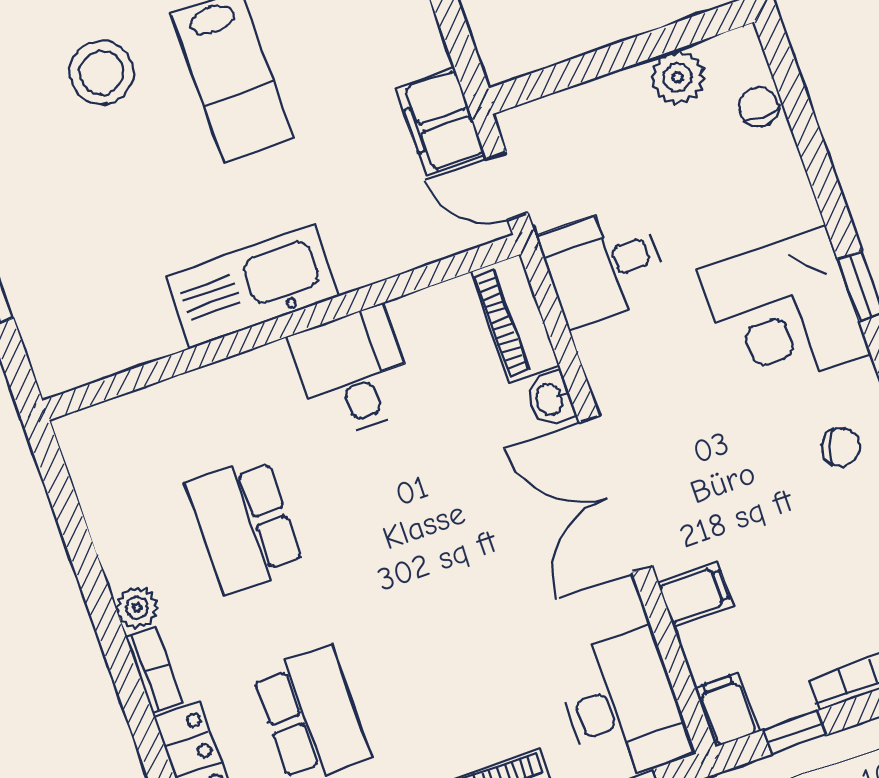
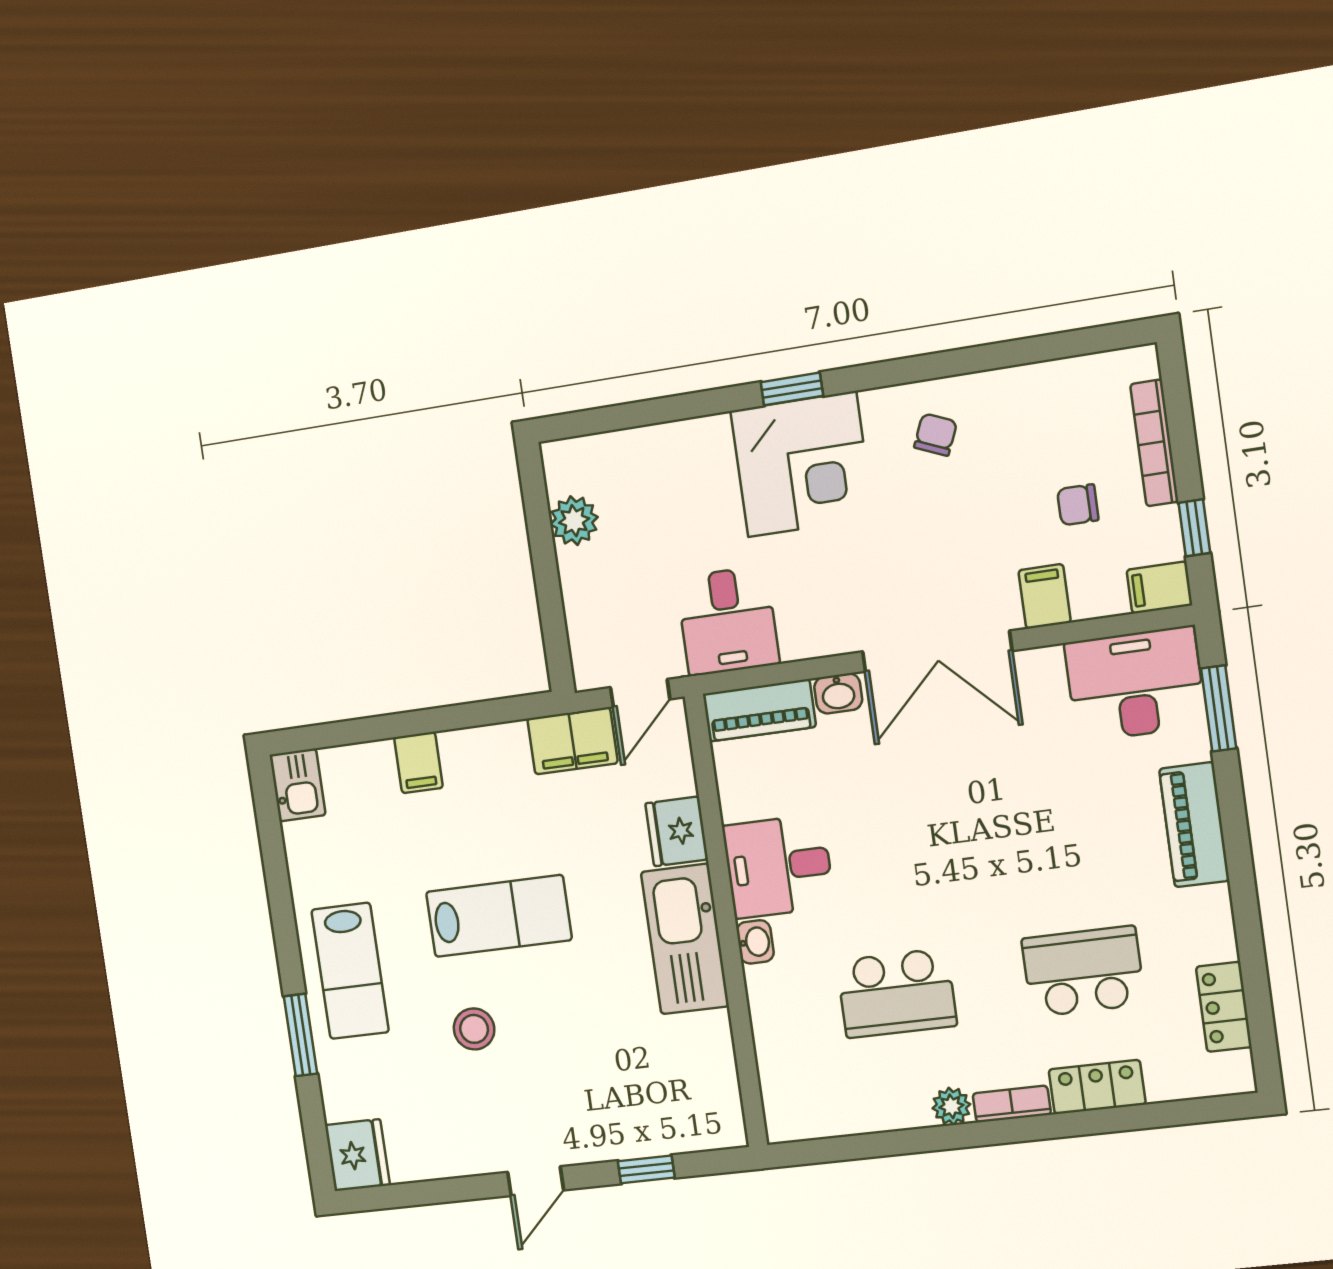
stool: (101, 73) -> (474, 1029), width x0.73, depth x0.73
chair: (759, 107) -> (1078, 505), moved
fridge: (367, 255) -> (677, 831), added
washbasin: (266, 363) -> (755, 942), added

